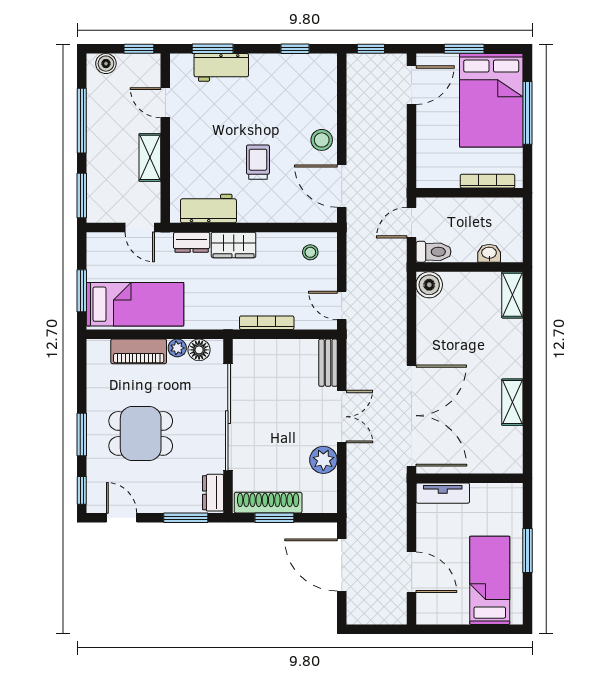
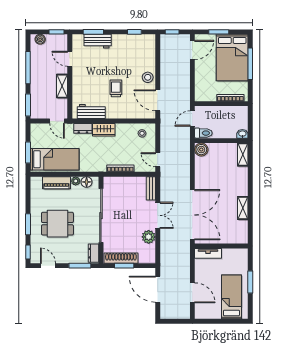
washbasin: (489, 253) -> (242, 134), moved

